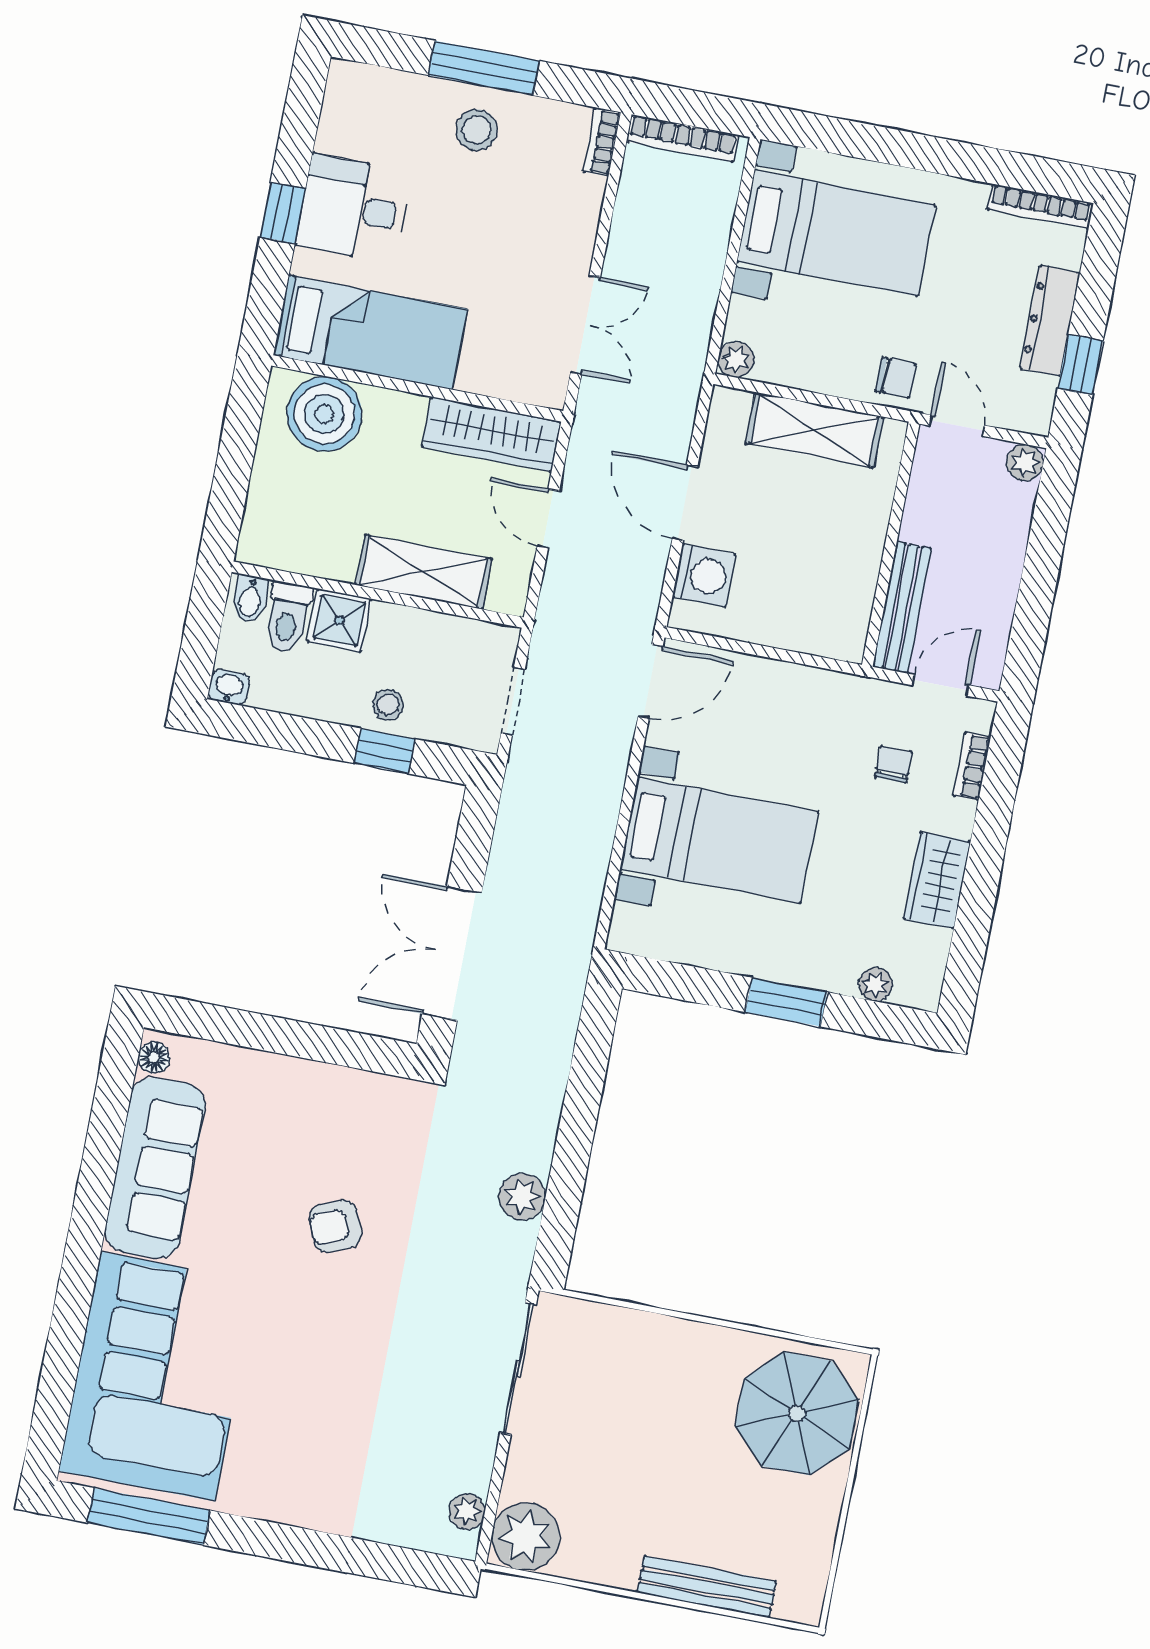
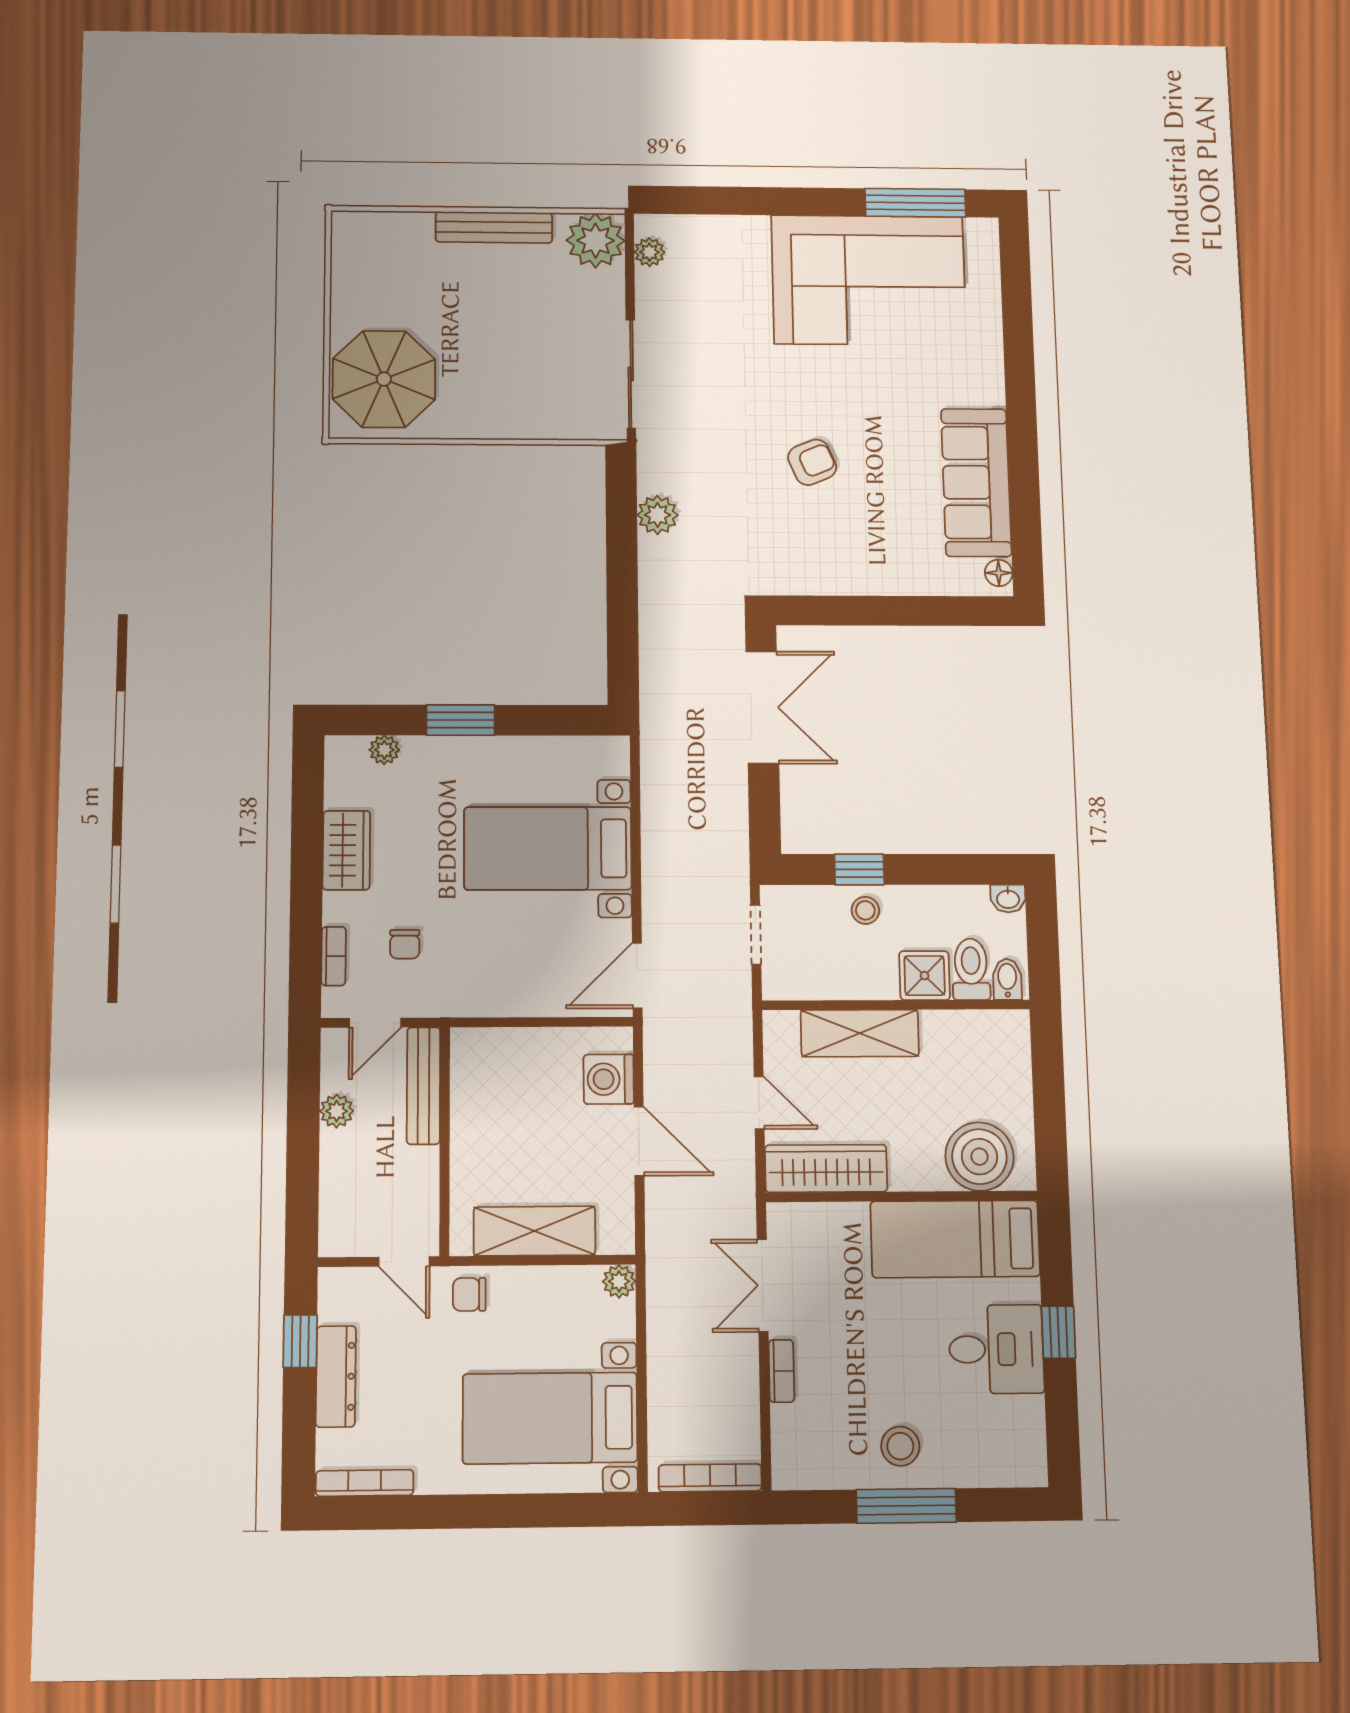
bookcase: (602, 142) -> (781, 1371), moved
plant: (1025, 463) -> (337, 1111), moved
corner sofa: (158, 1376) -> (869, 280), moved, turned -90
bench: (707, 1587) -> (494, 227), moved

